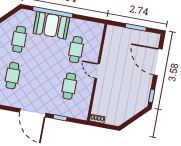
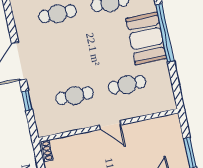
door: (97, 71) -> (110, 125), swing flipped

